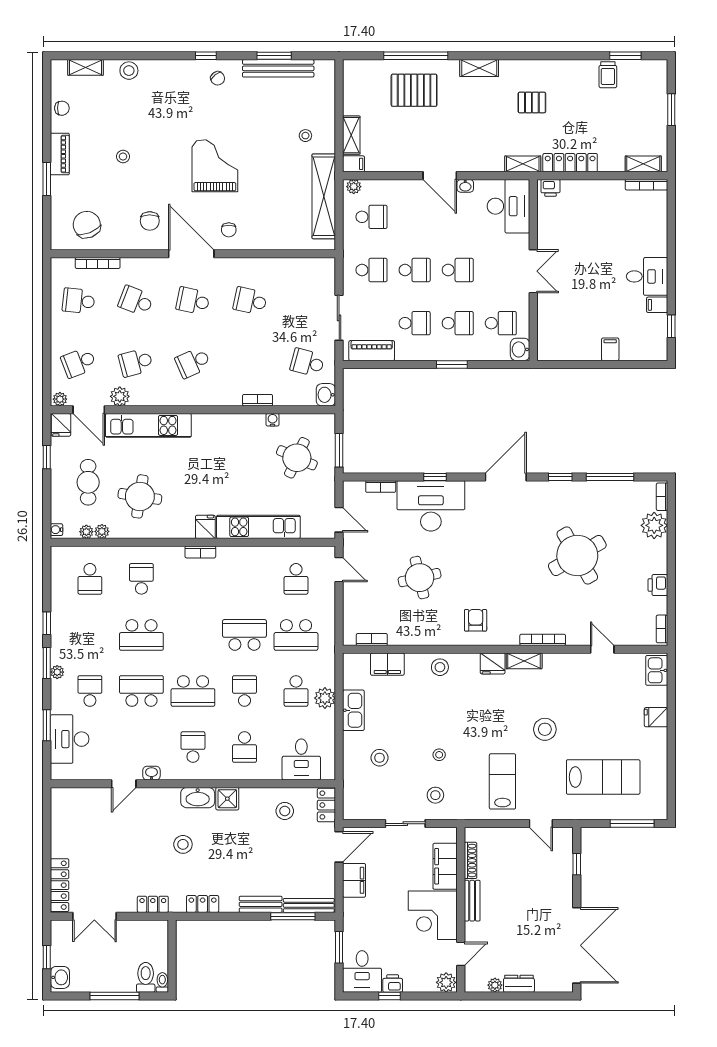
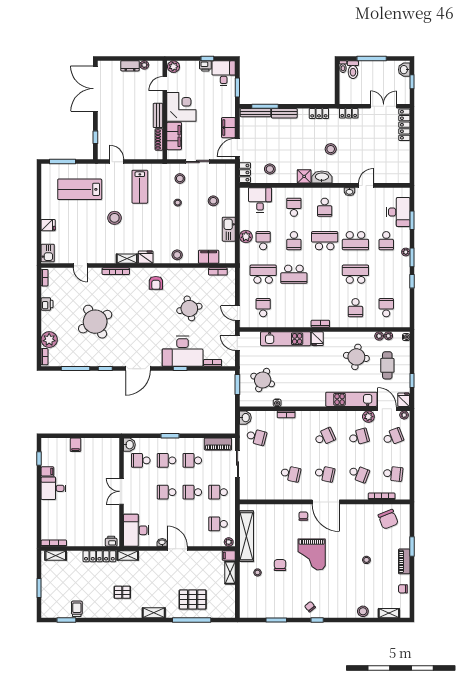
bench: (278, 68) -> (274, 613), removed
chair: (150, 221) -> (280, 565), moved

